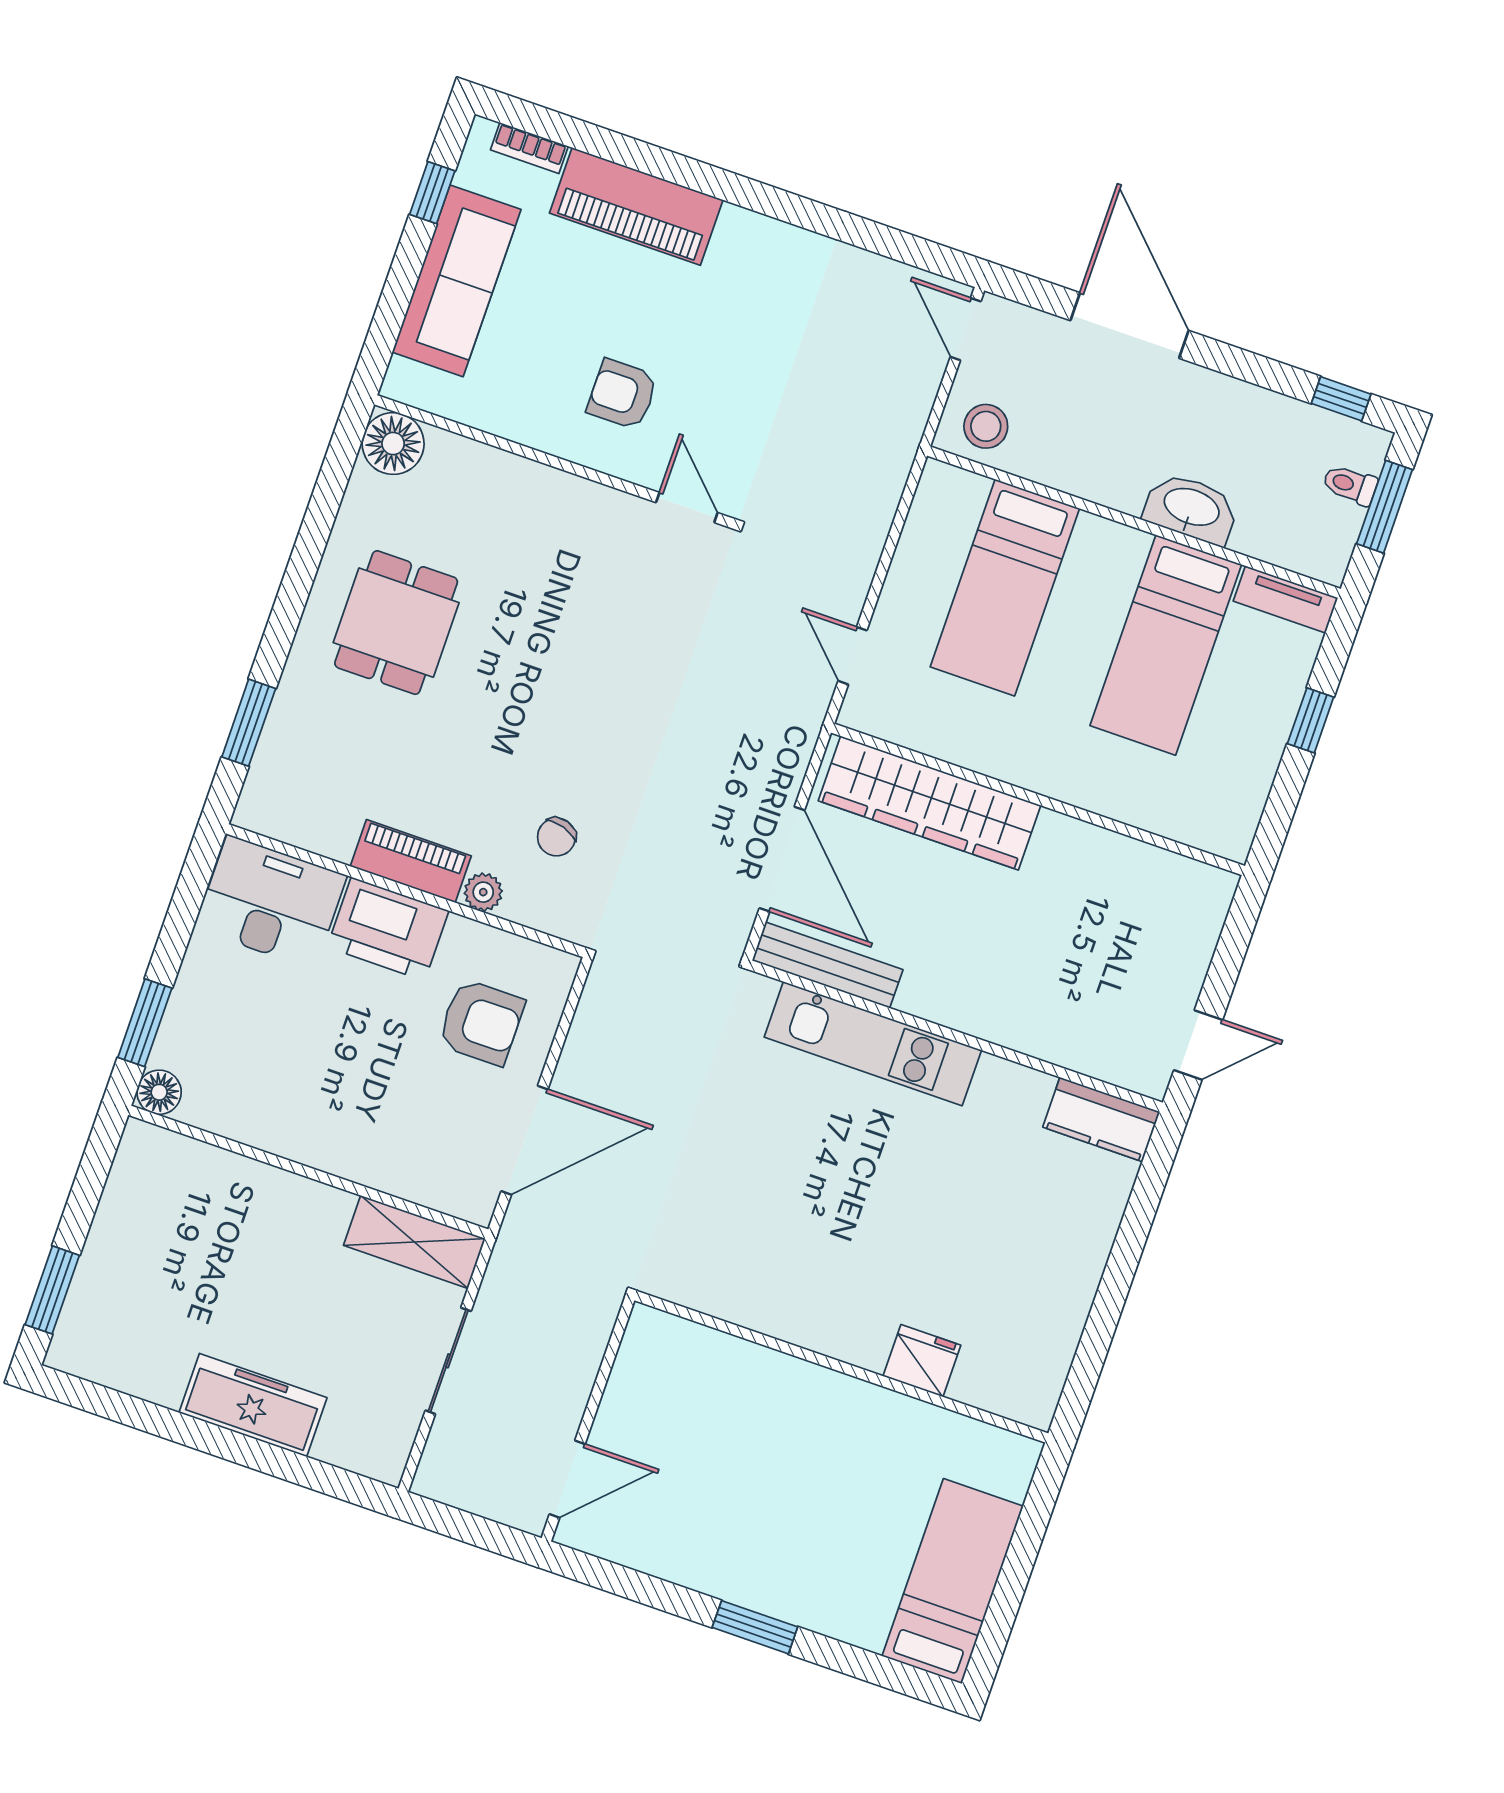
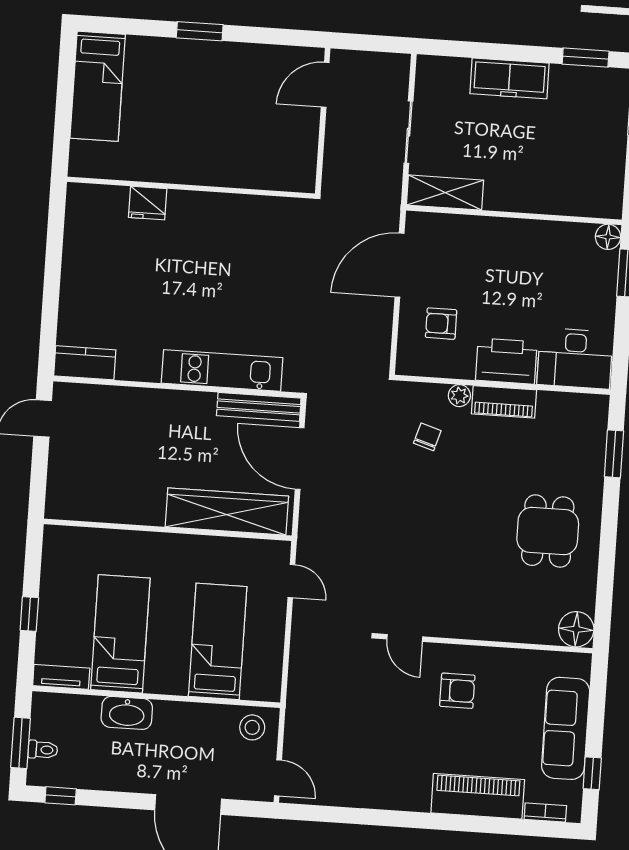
armchair: (481, 1022) -> (441, 324), width x0.72, depth x0.72
window: (115, 1406) -> (586, 58), added

